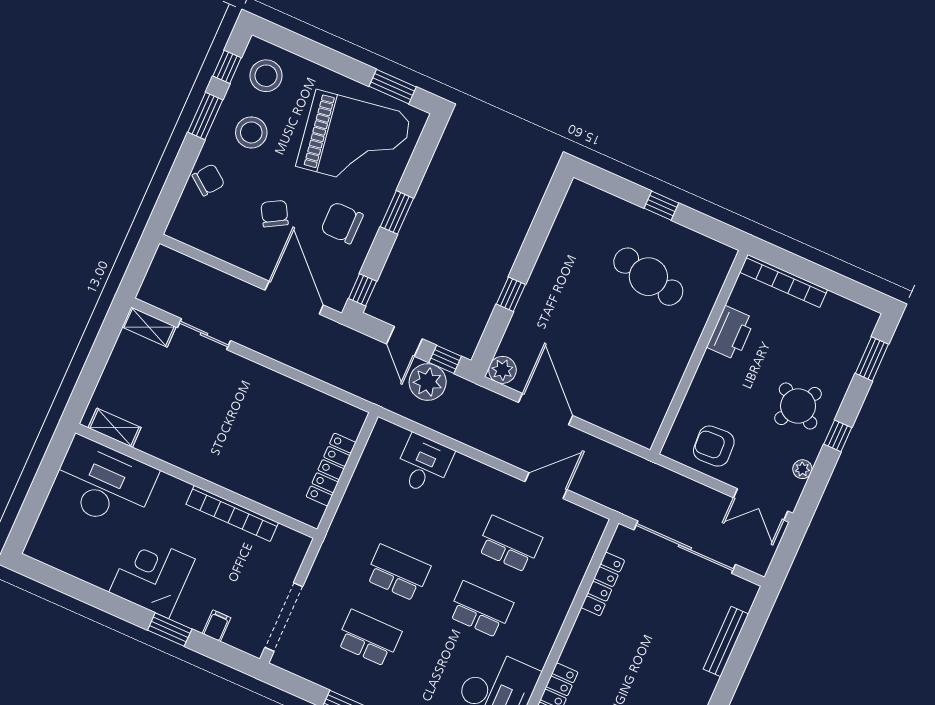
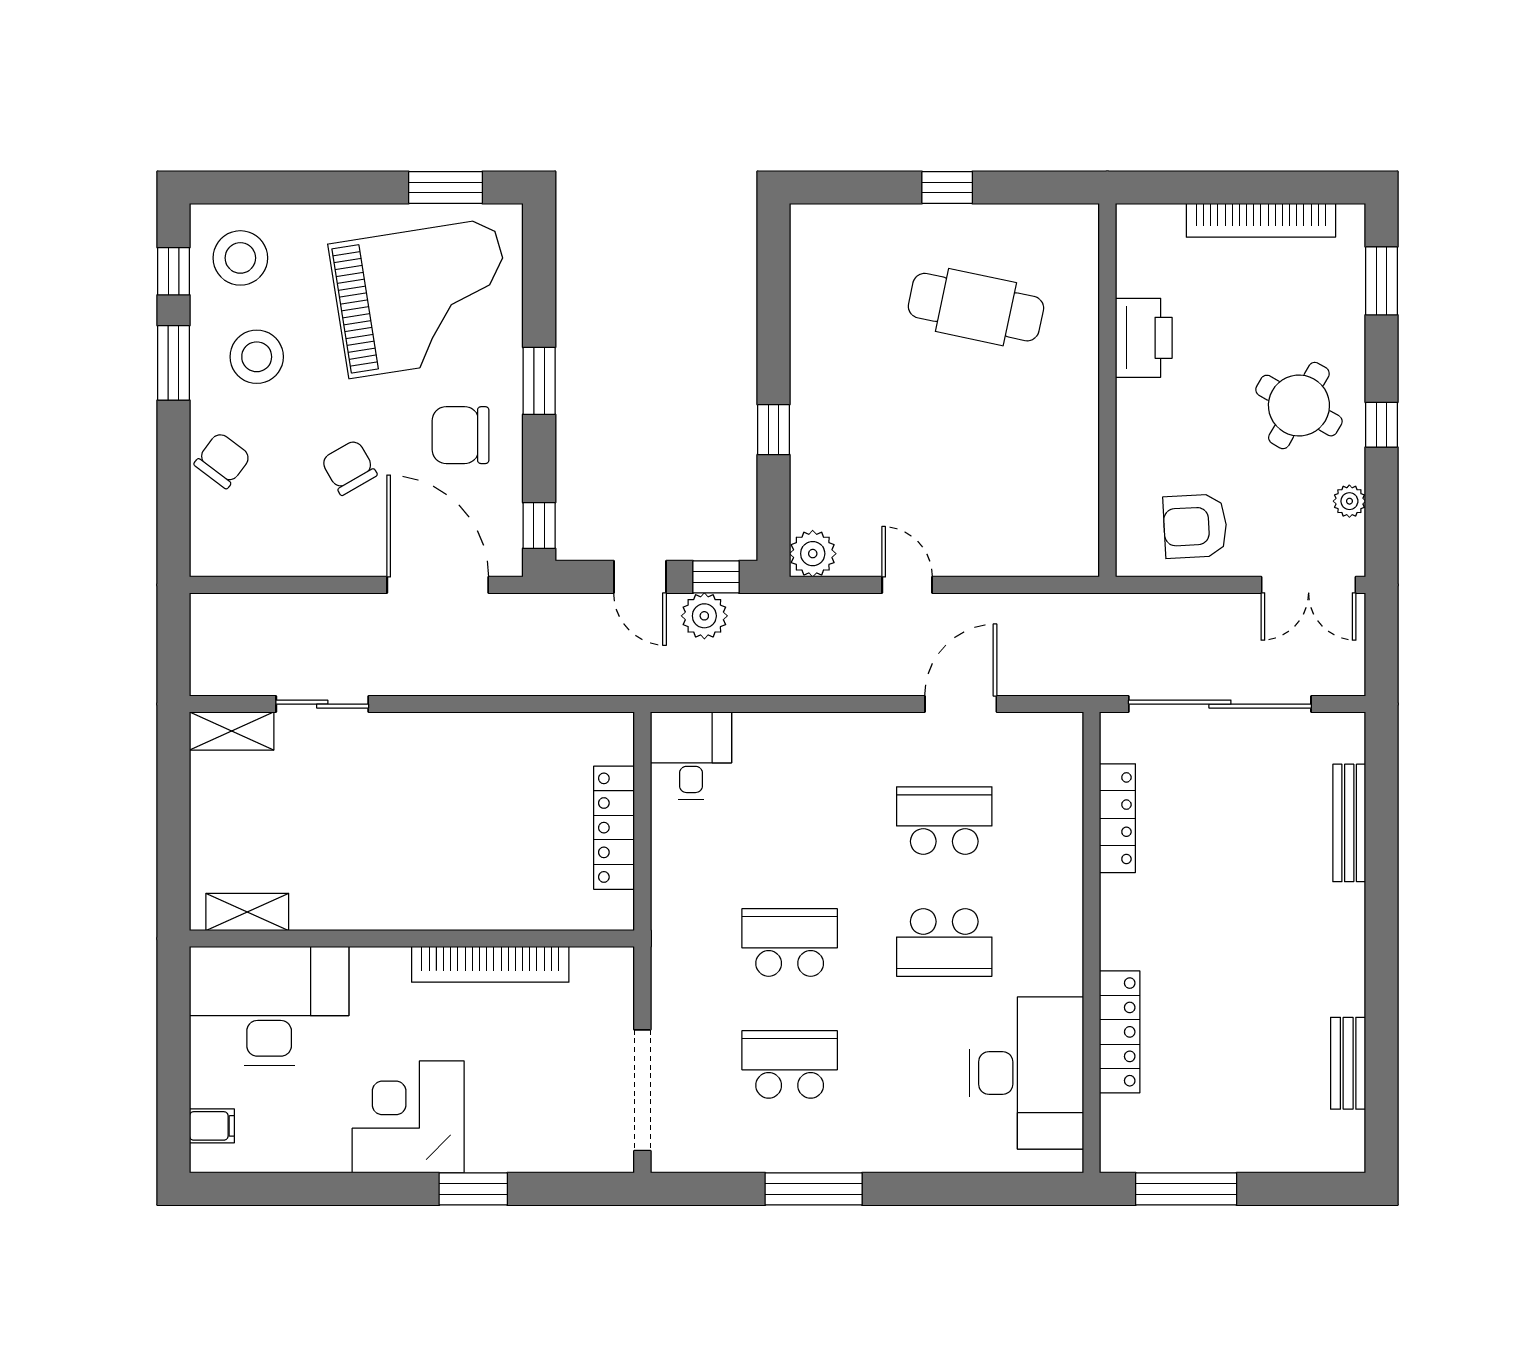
bookcase: (784, 281) -> (1261, 220), moved
plant: (428, 382) -> (704, 616), width x0.73, depth x0.73
door: (546, 409) -> (907, 585), width x0.53
desk: (424, 465) -> (691, 756), moved
school desk: (481, 609) -> (944, 942), turned 180
filing cabinet: (217, 626) -> (212, 1126), moved, turned 90

